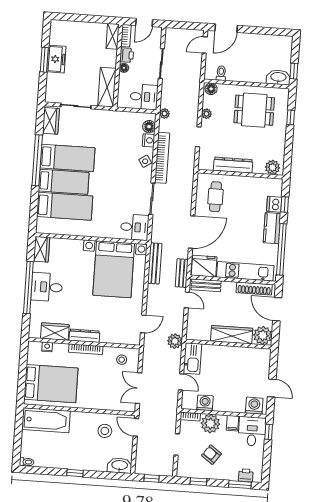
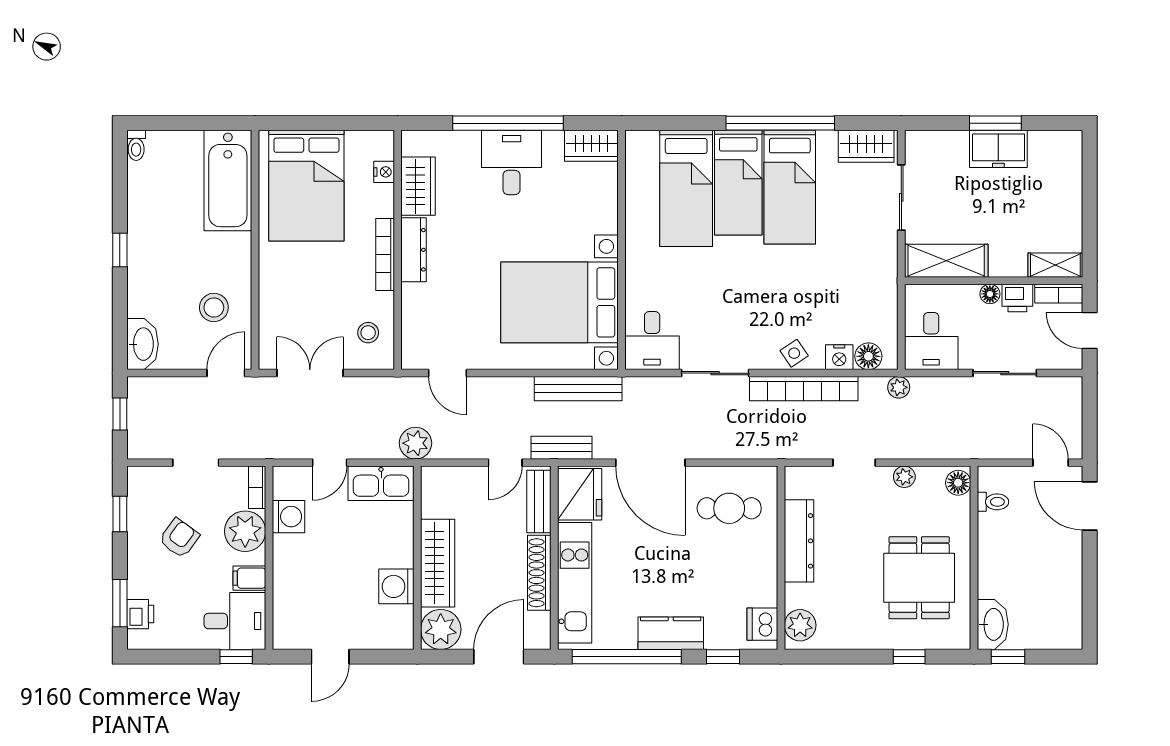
dishwasher: (274, 204) -> (762, 624), moved, turned -90
shoe rack: (254, 289) -> (539, 573), moved
washing machine: (254, 406) -> (396, 586), moved, turned 180

